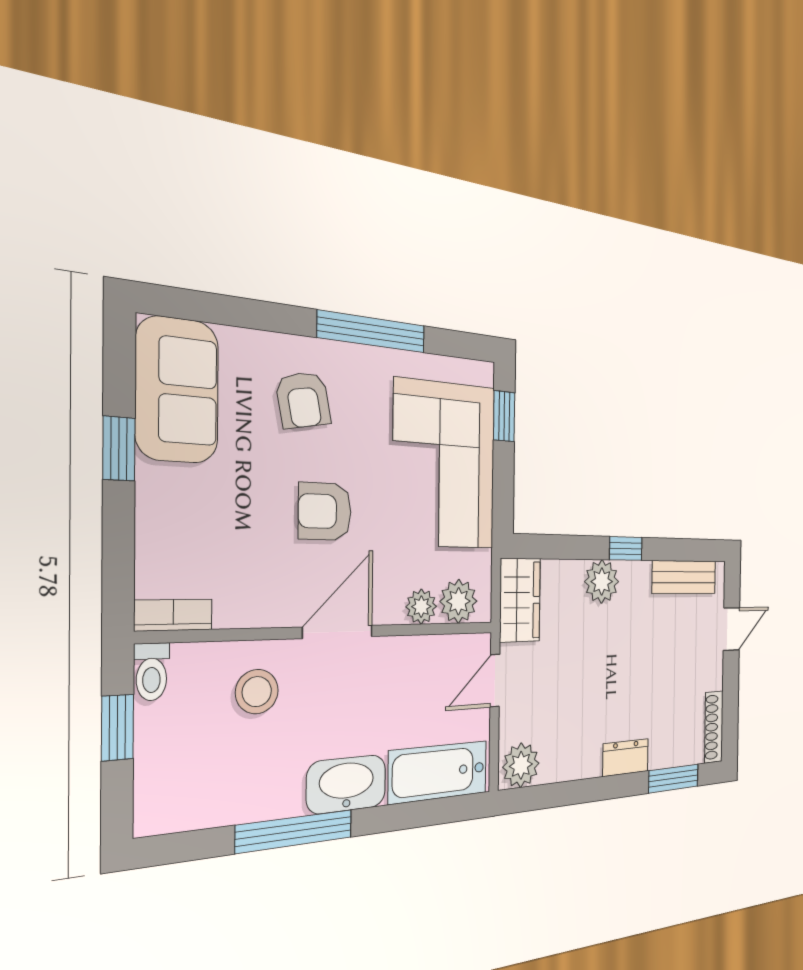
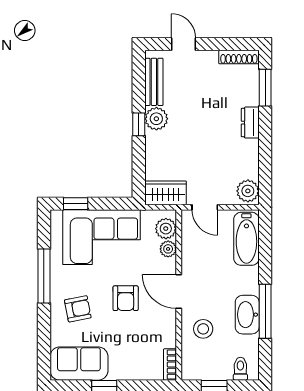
plant: (602, 582) -> (156, 119), moved
toilet: (151, 672) -> (240, 369), moved, turned -90
washbasin: (347, 784) -> (247, 315), moved

